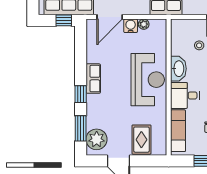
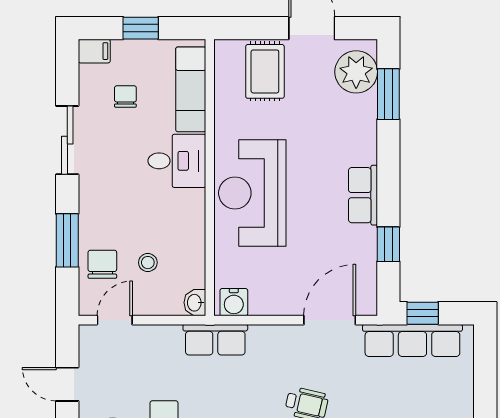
plant: (144, 24) -> (260, 305), removed
water cooler: (131, 26) -> (234, 302), moved
washbasin: (178, 69) -> (195, 303), moved, width x0.52, depth x0.69
window: (81, 94) -> (388, 244), moved

